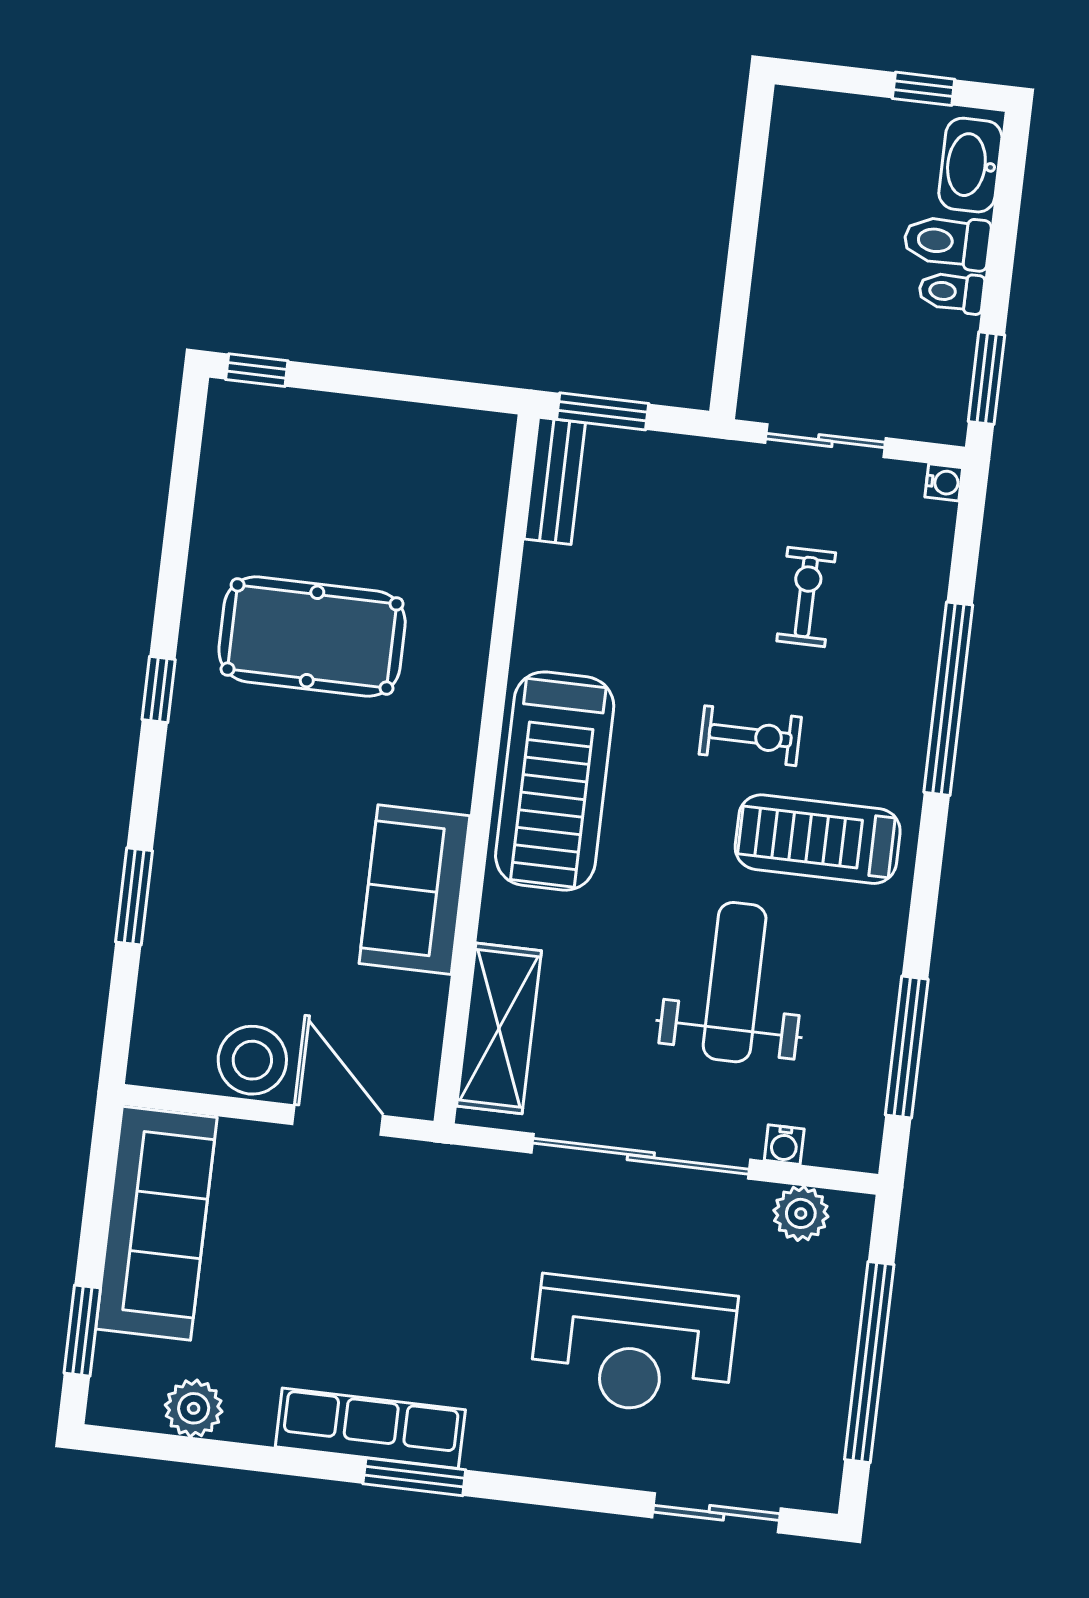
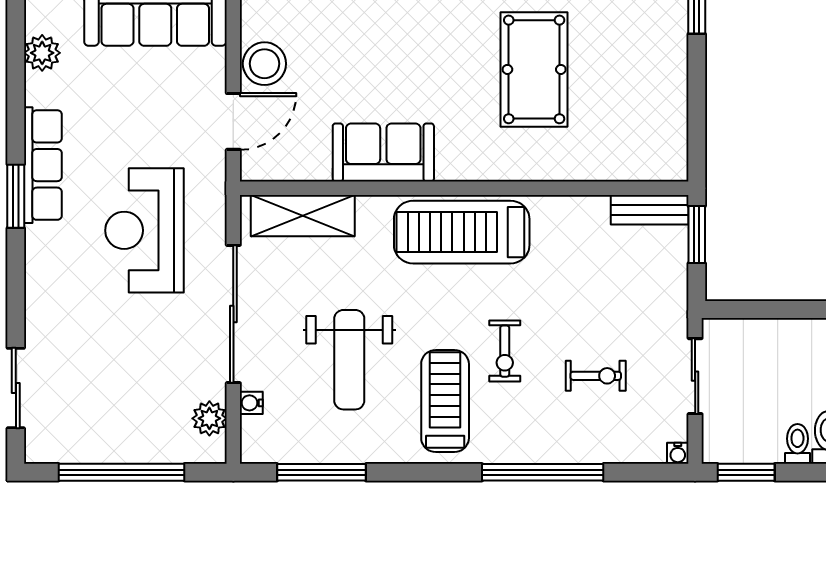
weight bench: (735, 982) -> (349, 360), turned 90
reception desk: (633, 1346) -> (144, 230), moved

